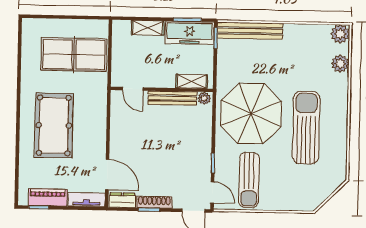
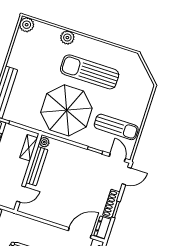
plant: (340, 64) -> (67, 38), moved
door: (212, 192) -> (117, 158), hinge flipped

